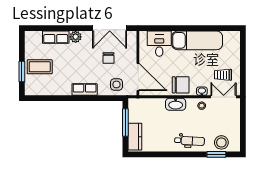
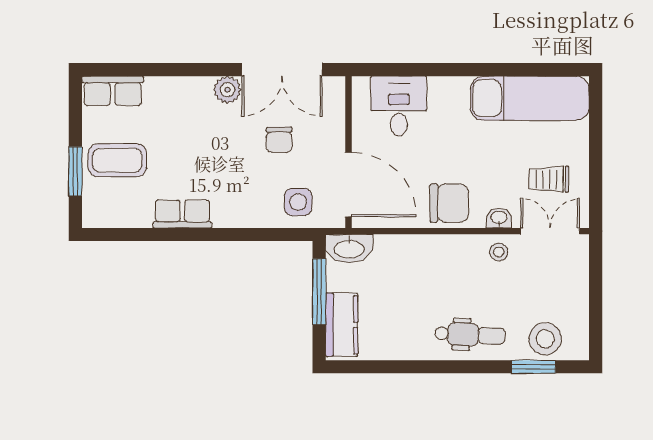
row of seats: (56, 37) -> (113, 91), moved
plant: (76, 37) -> (227, 90), moved
exam couch: (197, 40) -> (530, 98), moved
row of seats: (85, 90) -> (182, 214), moved
washbasin: (176, 104) -> (349, 249), moved

